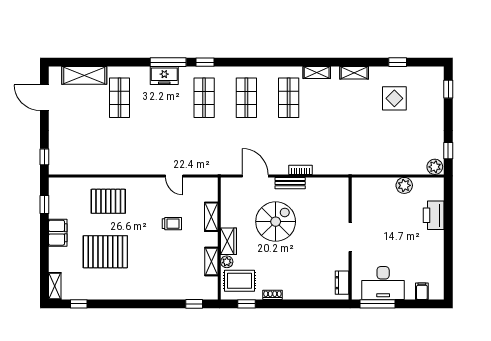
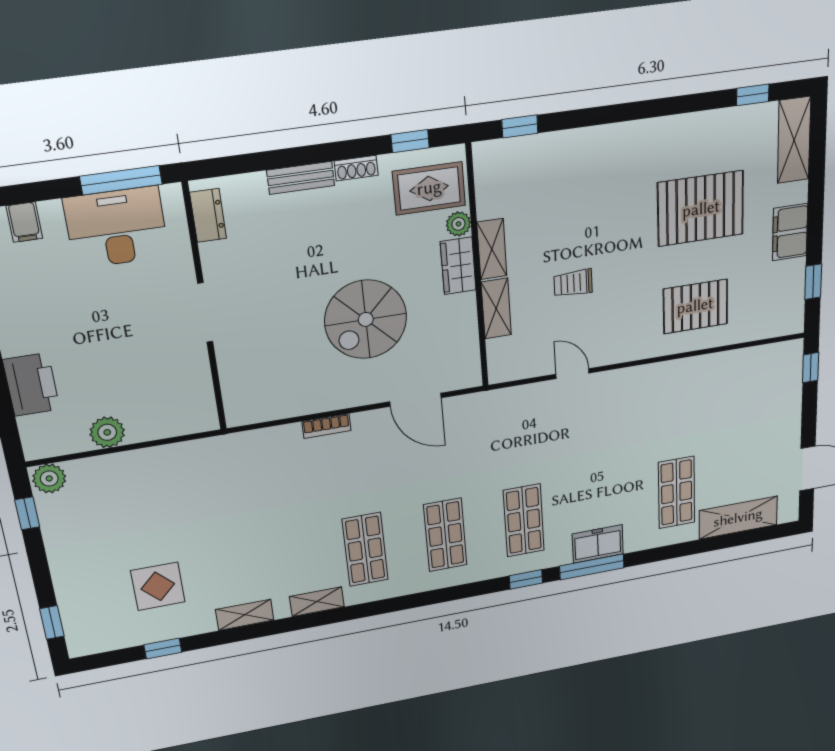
bench: (290, 183) -> (301, 178), moved
shelving: (211, 261) -> (492, 249), moved
shelving: (55, 286) -> (794, 140), width x1.50, depth x1.33

